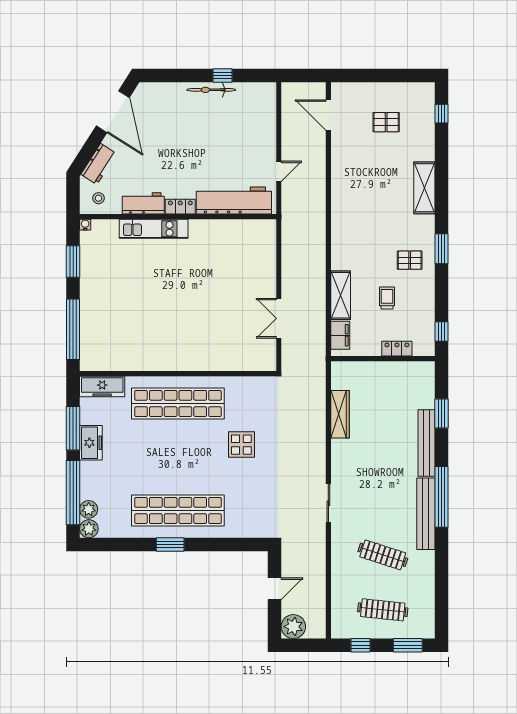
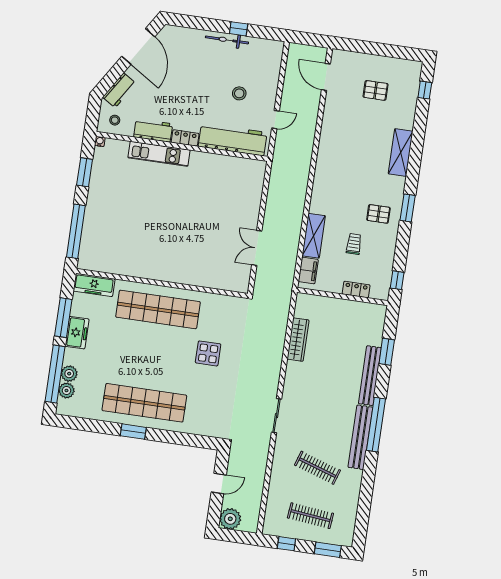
stool: (234, 148) -> (239, 93), added
plant: (89, 529) -> (69, 374), moved

